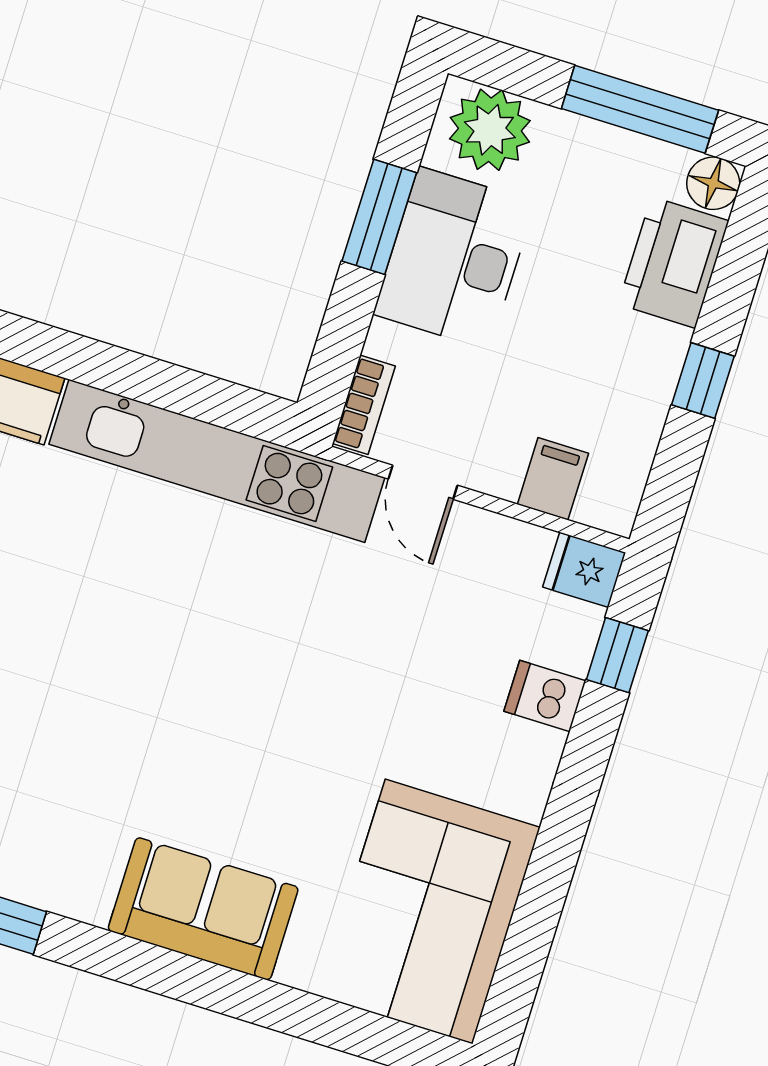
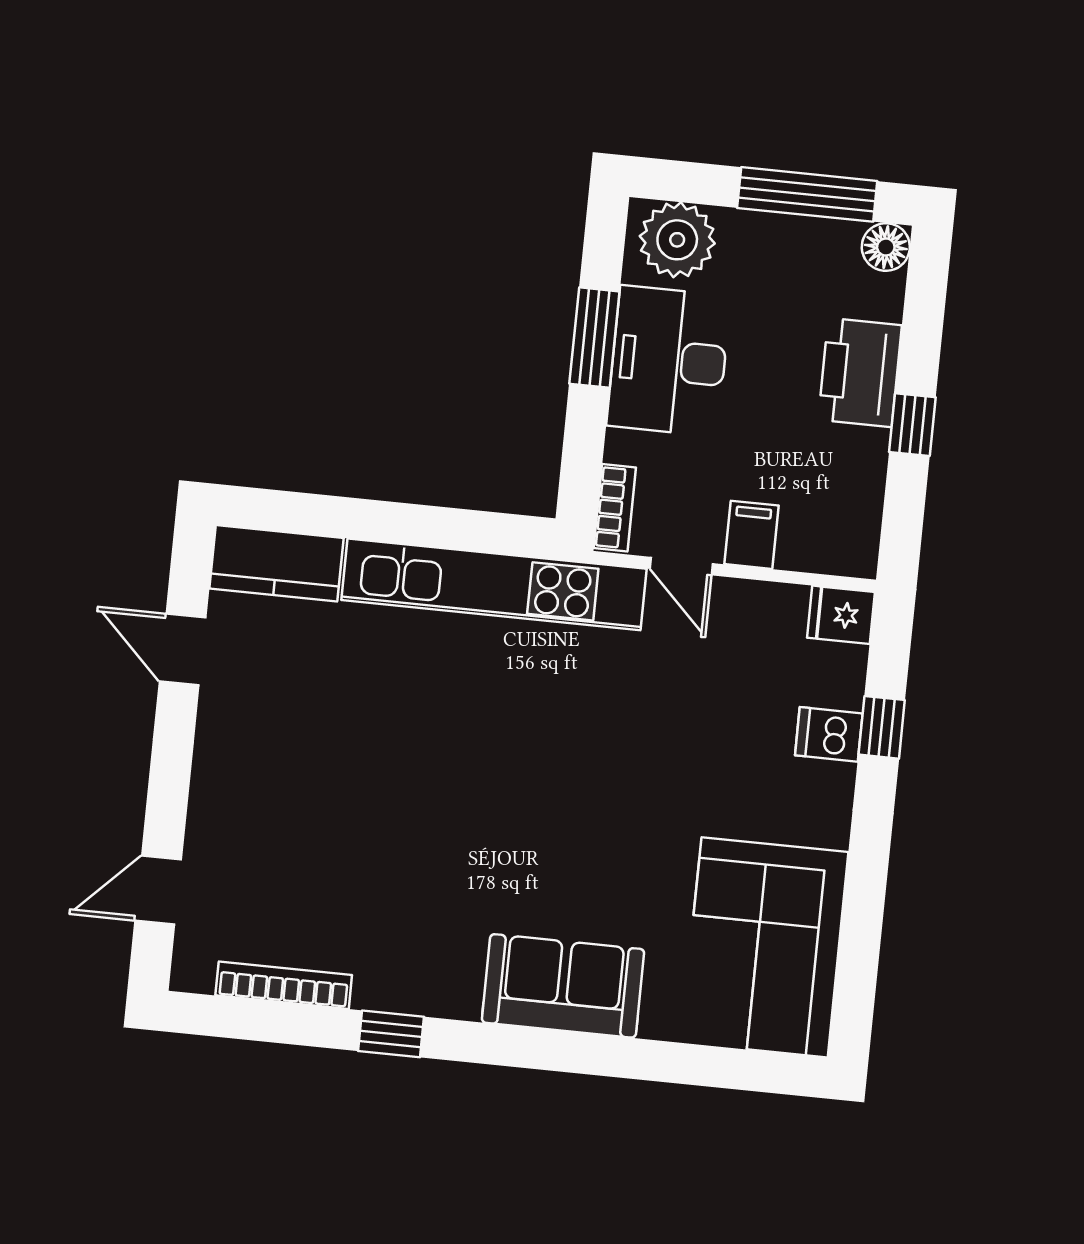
printer: (674, 262) -> (860, 373), moved
filing cabinet: (553, 479) -> (751, 535), moved
window: (617, 655) -> (882, 727), moved

